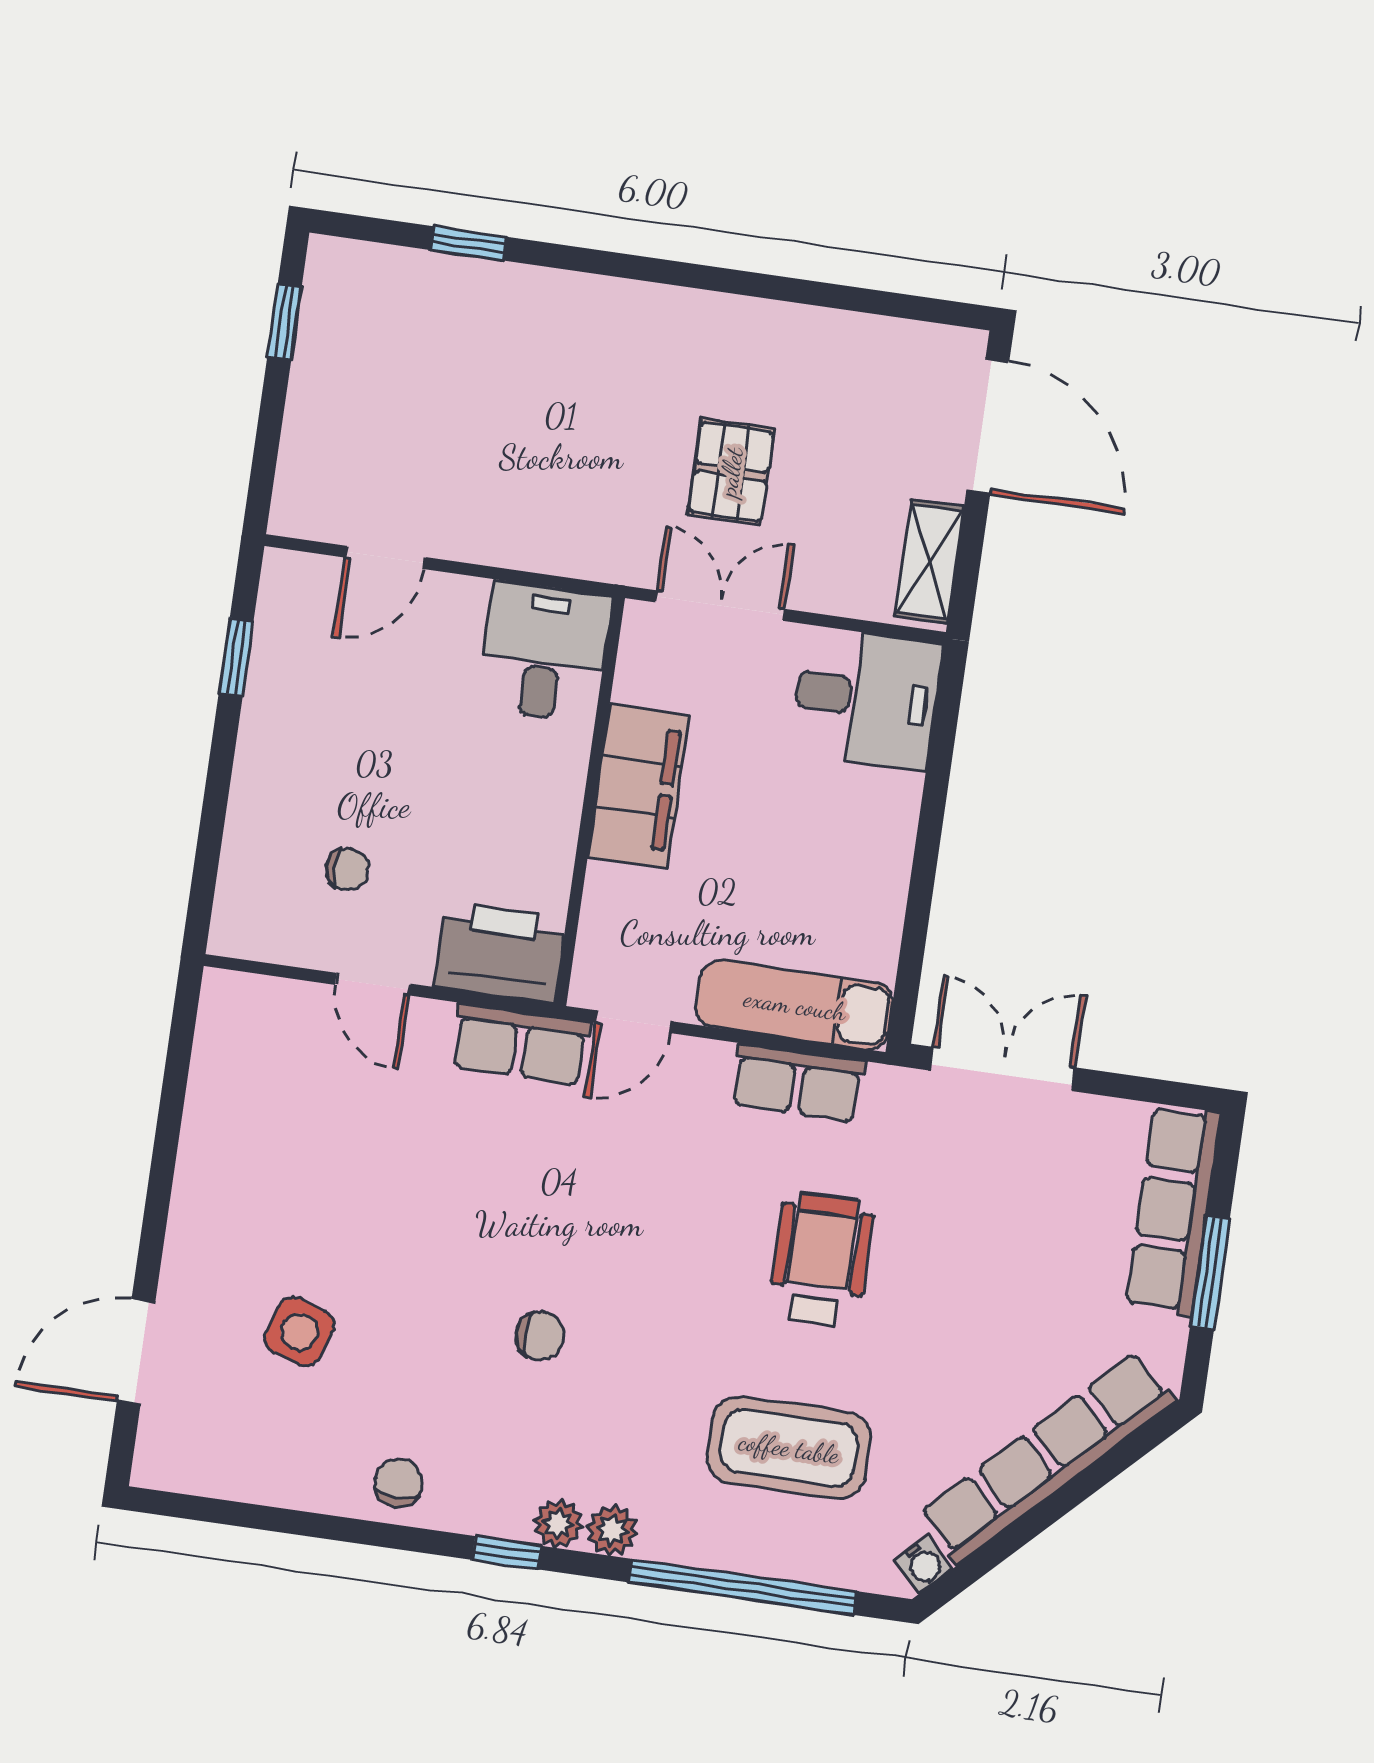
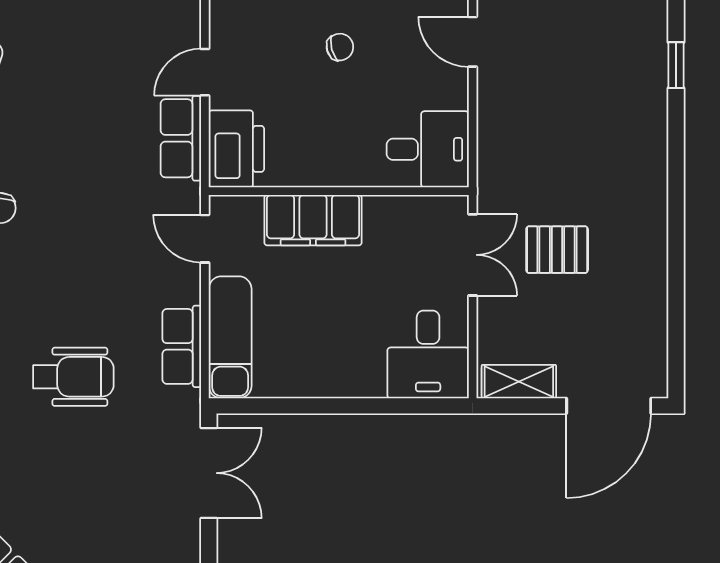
filing cabinet: (638, 786) -> (313, 220), moved
chair: (347, 869) -> (340, 47), moved, turned -105
row of seats: (520, 1044) -> (181, 138), moved

